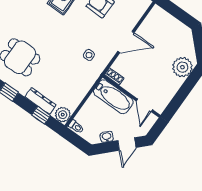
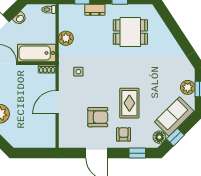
dresser: (40, 101) -> (95, 10), width x0.70
plant: (63, 115) -> (66, 38), moved

